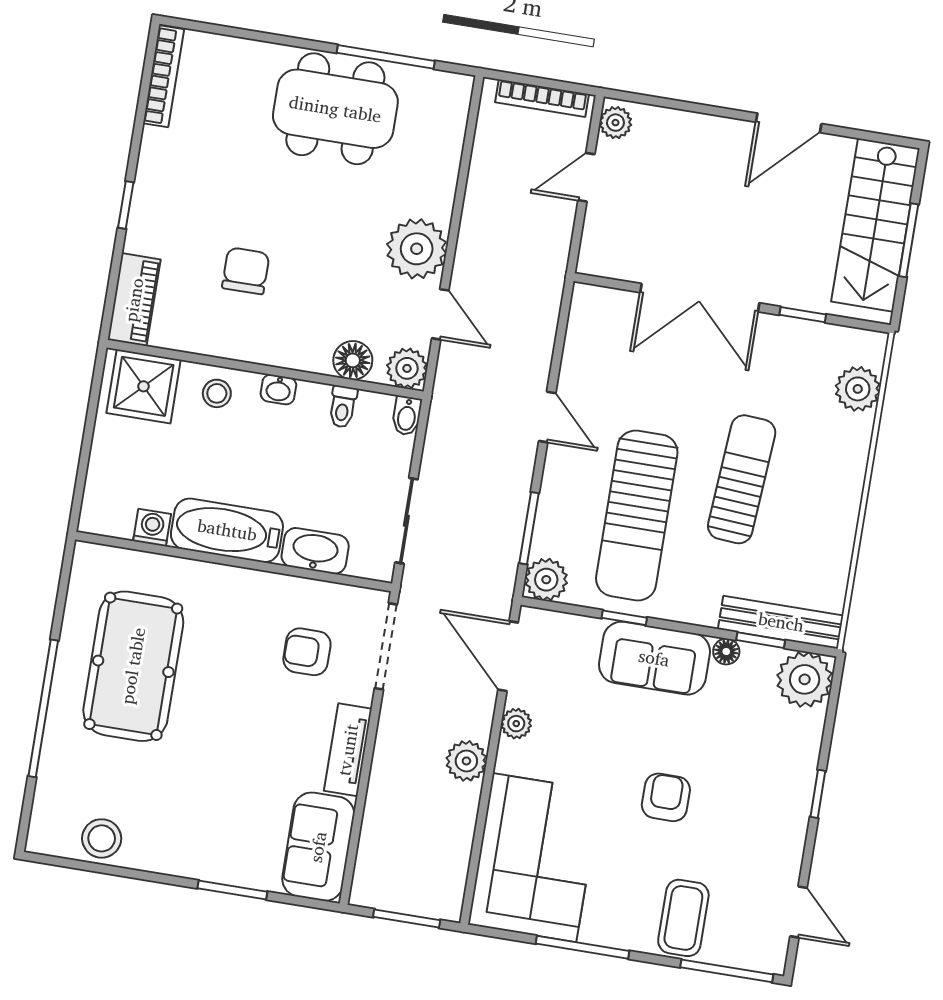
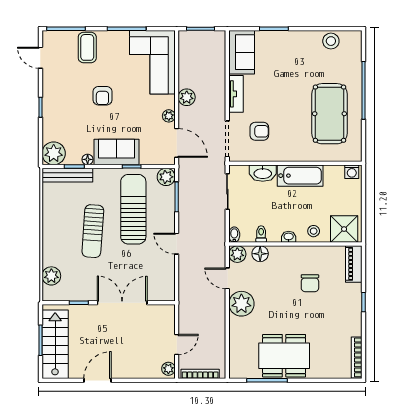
washing machine: (152, 528) -> (352, 172), moved

